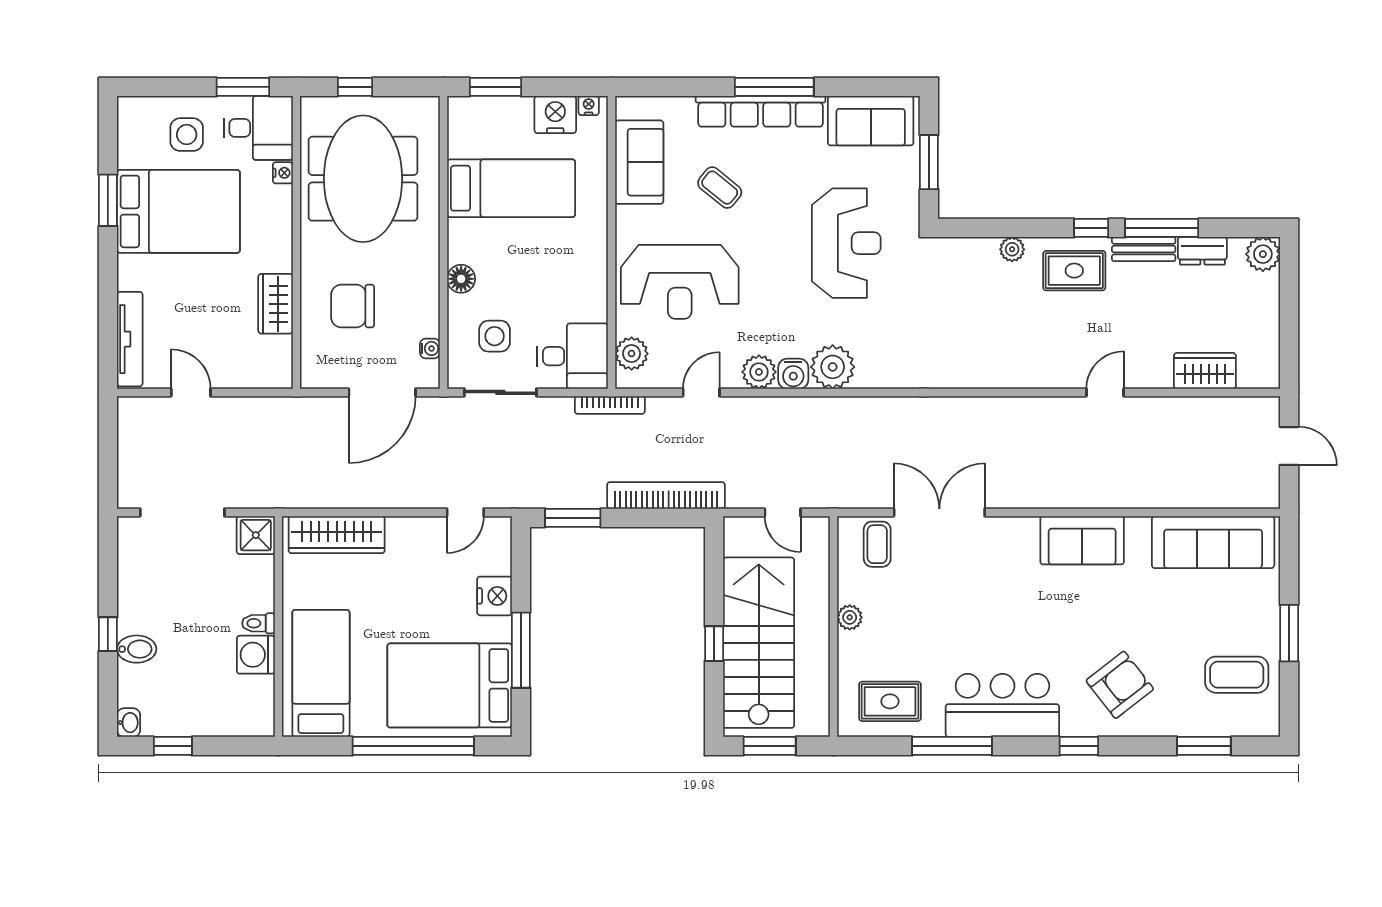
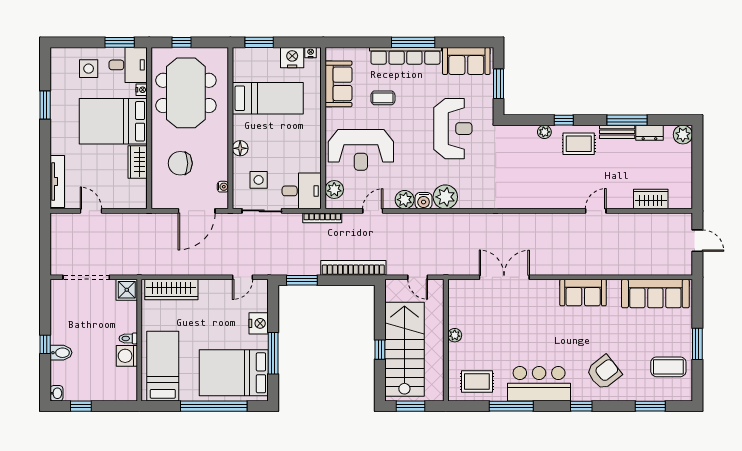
coffee table: (720, 188) -> (383, 98), turned -39
bed: (178, 211) -> (113, 121), moved, turned 180
window: (1091, 228) -> (564, 120), moved
coffee table: (877, 544) -> (470, 295), removed

